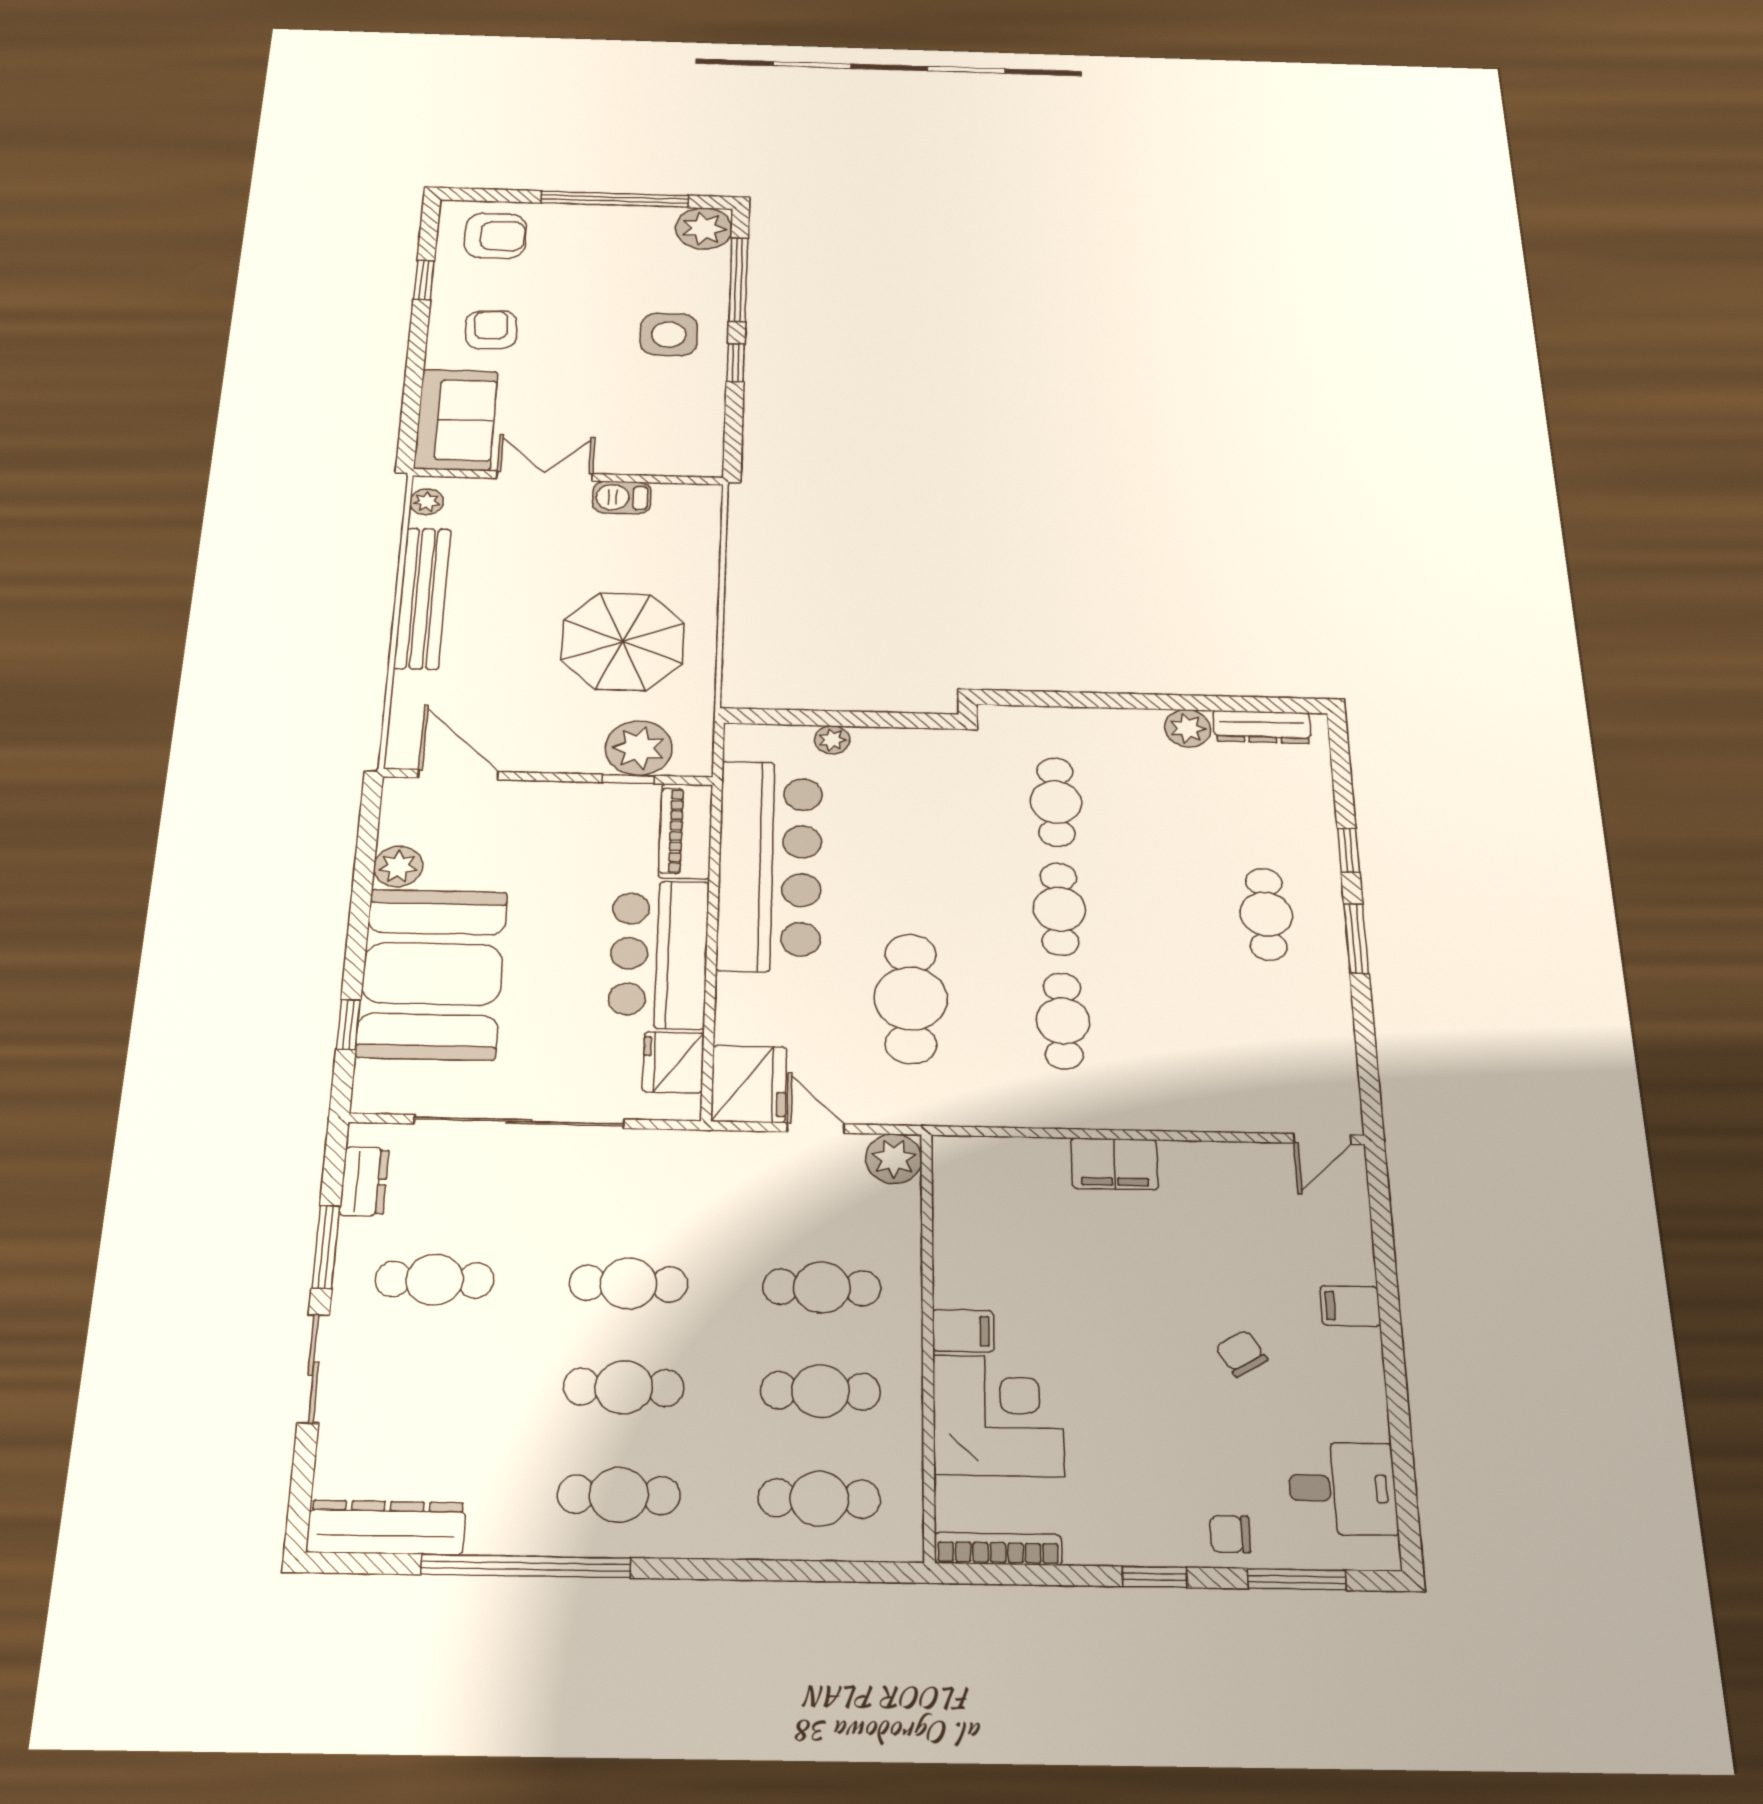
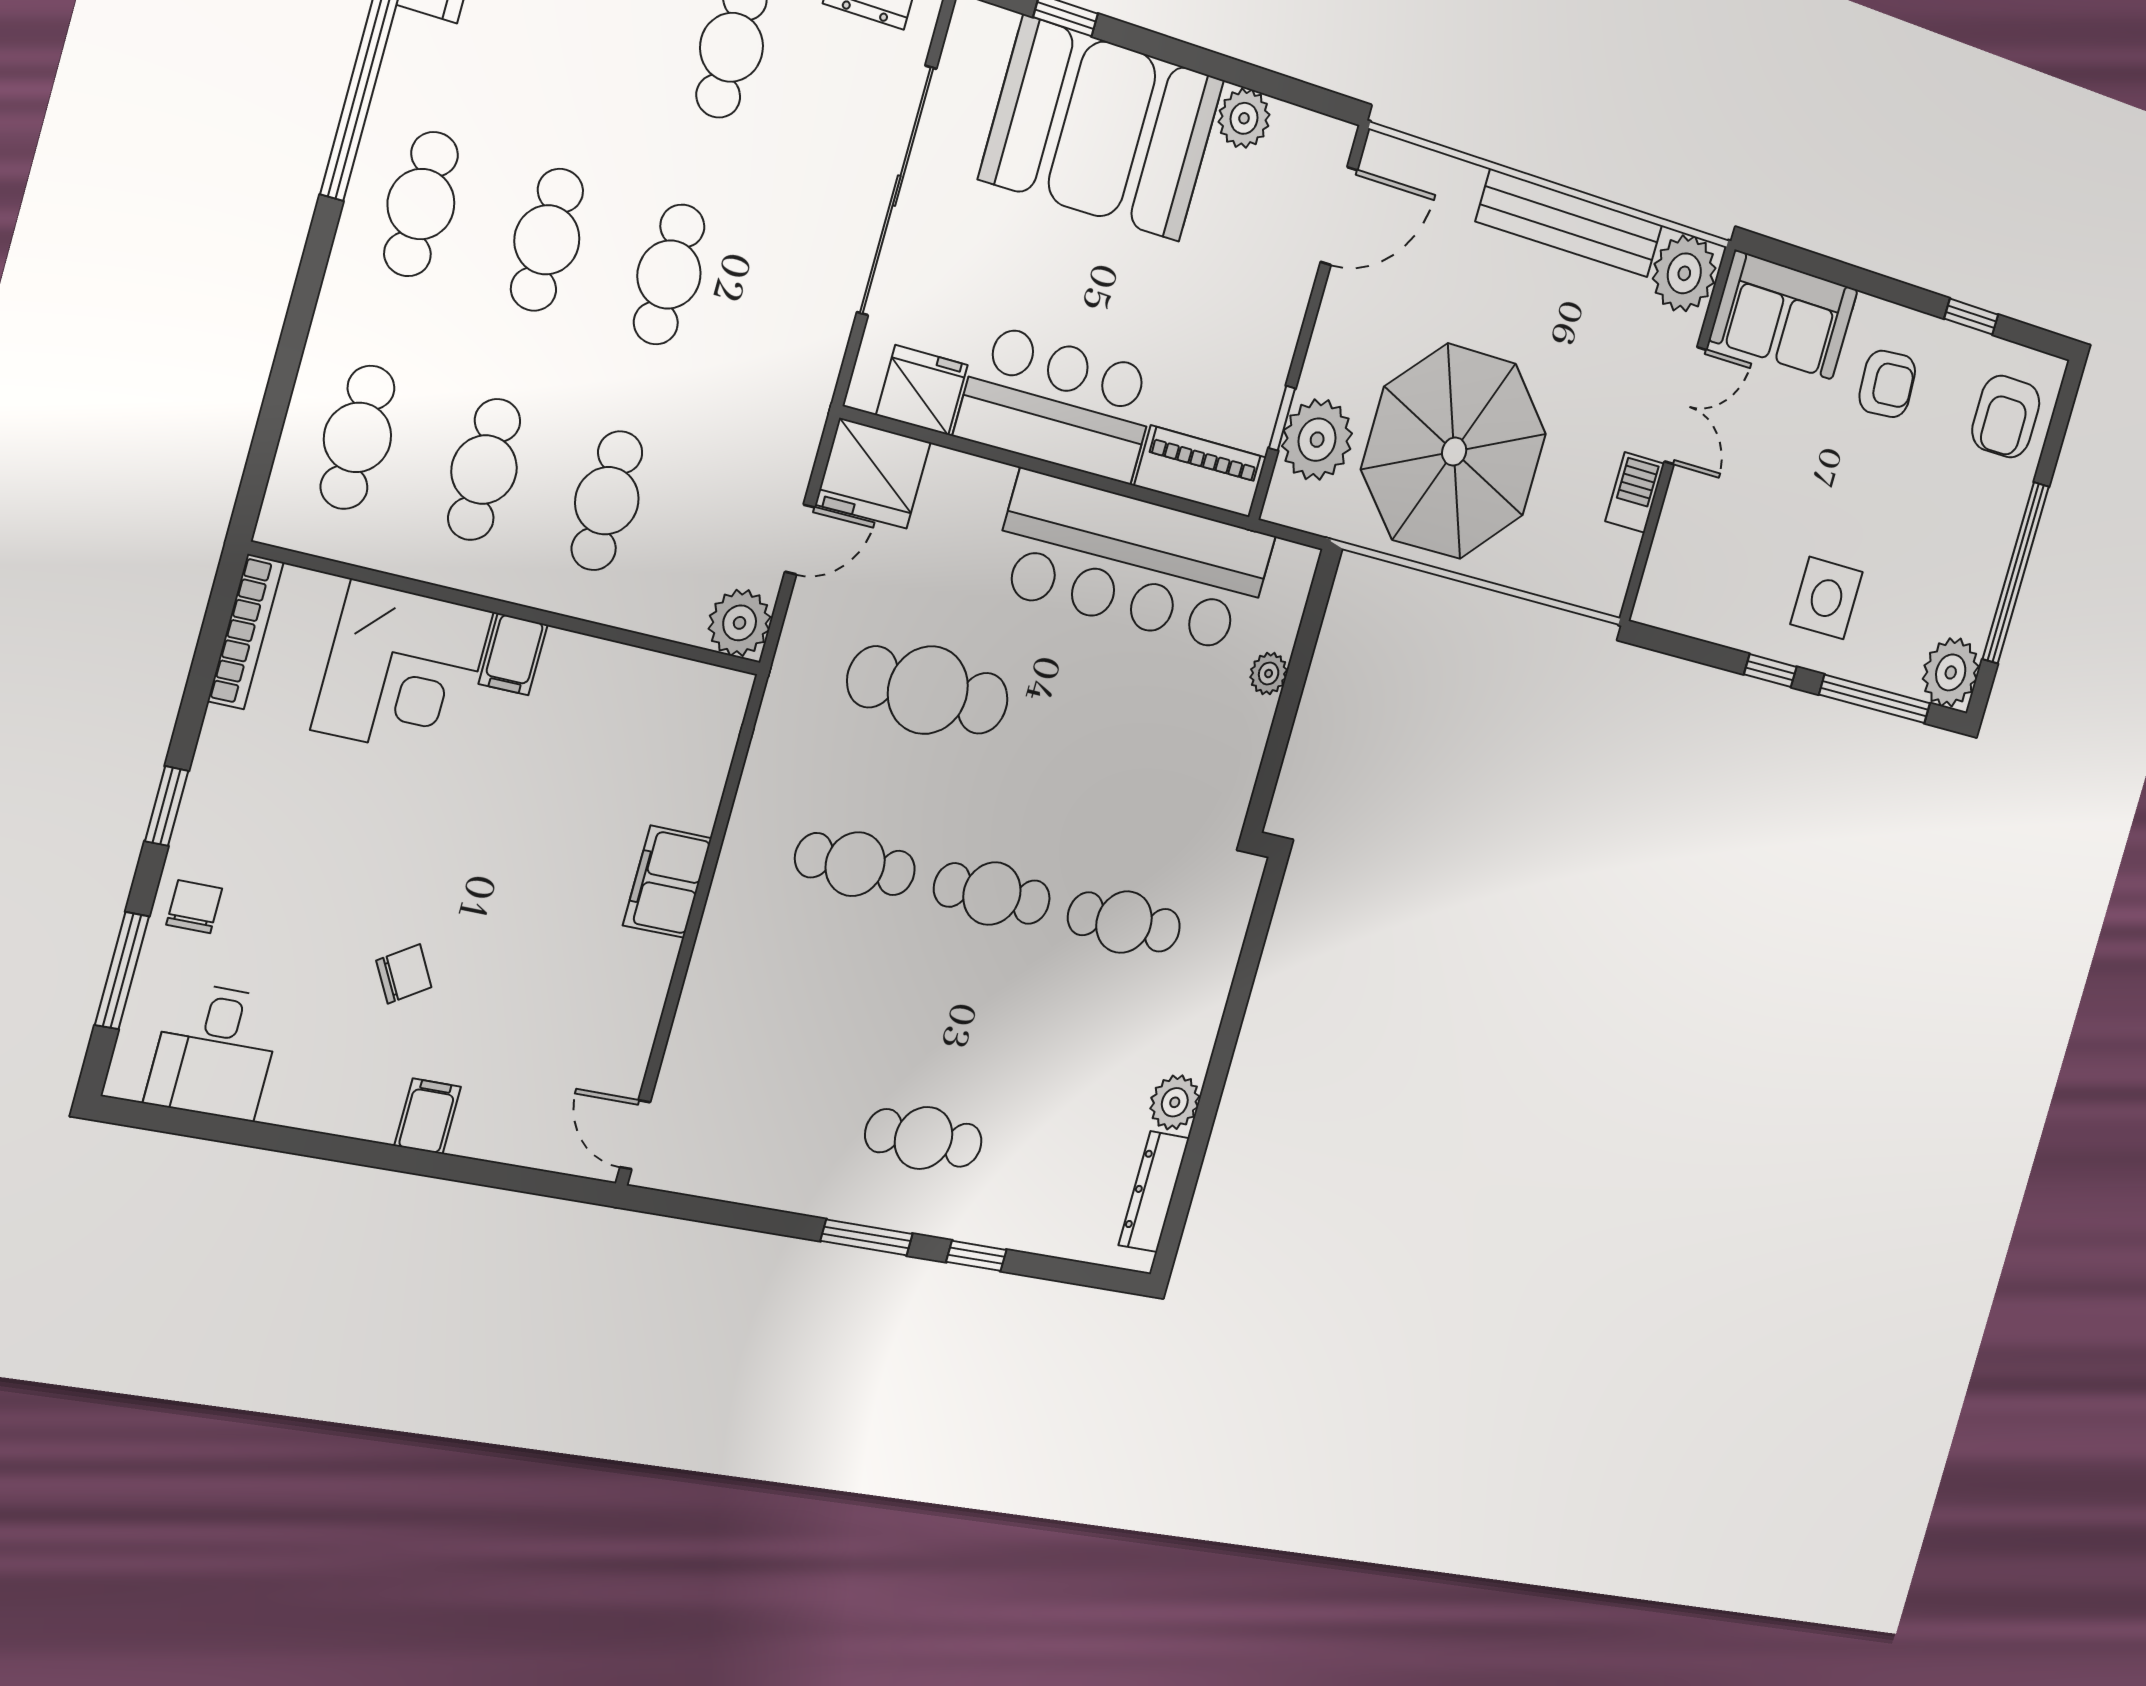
plant: (427, 502) -> (1684, 273), width x1.87, depth x1.87
parasol: (623, 642) -> (1454, 452), width x1.36, depth x1.36

